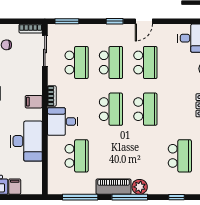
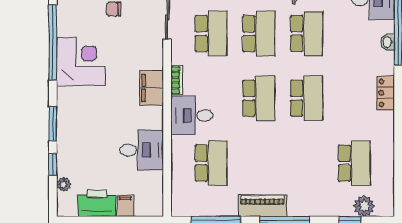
filing cabinet: (34, 102) -> (152, 88), width x2.00
desk: (26, 141) -> (142, 150), width x0.73
plant: (140, 187) -> (364, 206), moved

